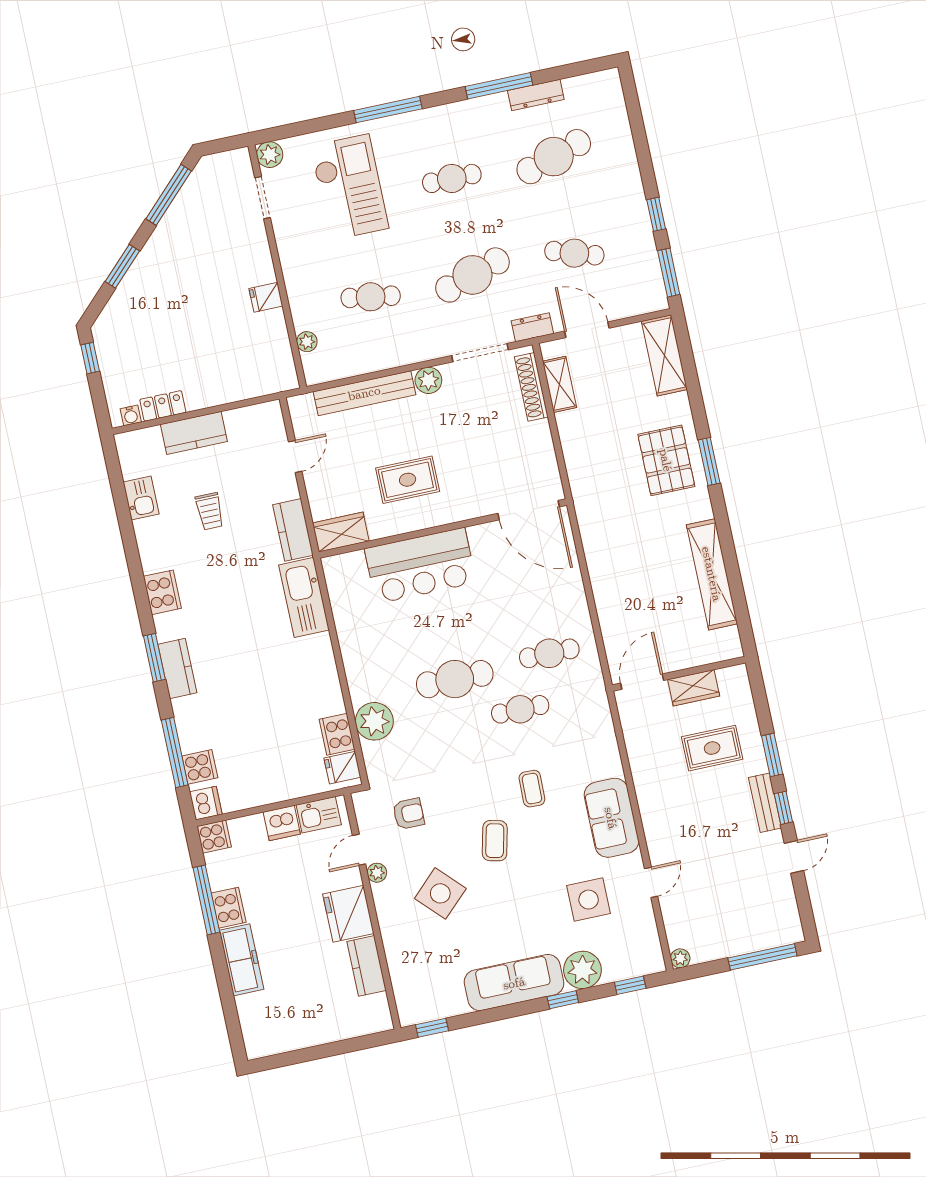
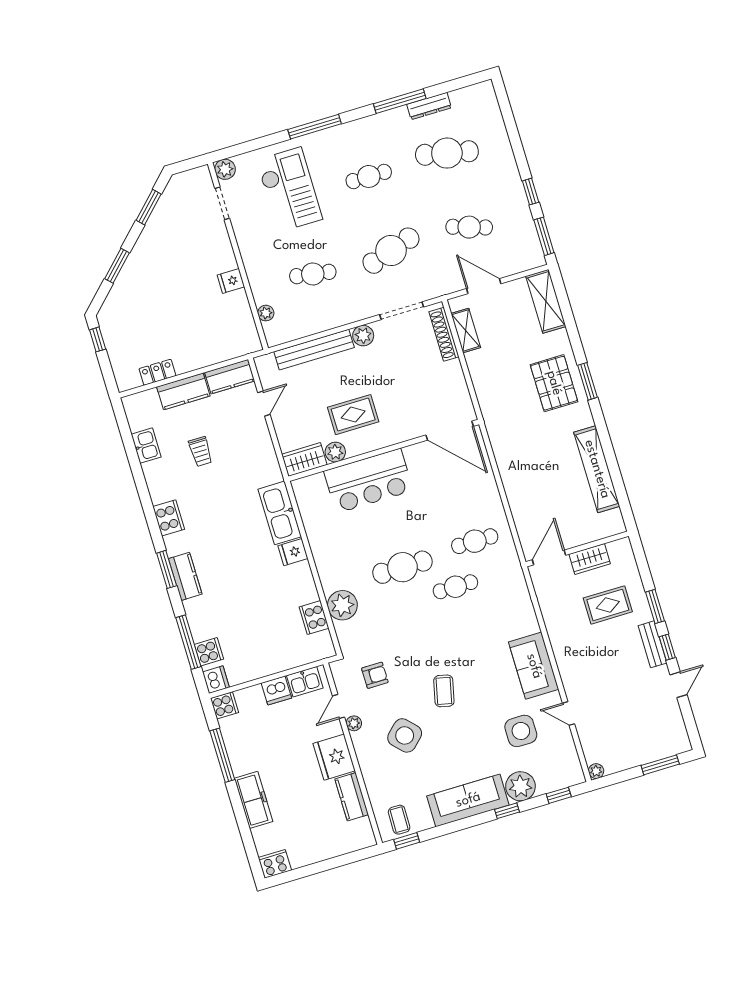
cafe table: (554, 157) -> (447, 153), turned 30
window: (169, 195) -> (149, 207), width x0.69
dresser: (532, 327) -> (441, 288), removed
water cooler: (131, 415) -> (133, 382), removed
plant: (381, 526) -> (335, 452), added
kitchen counter: (293, 530) -> (230, 377), moved, turned -90
fridge: (342, 768) -> (293, 552), moved
coffee table: (532, 789) -> (399, 820), moved
door: (651, 882) -> (569, 714), swing flipped
cooker: (229, 908) -> (275, 864), moved, turned -90
window: (762, 957) -> (660, 765), width x0.69

